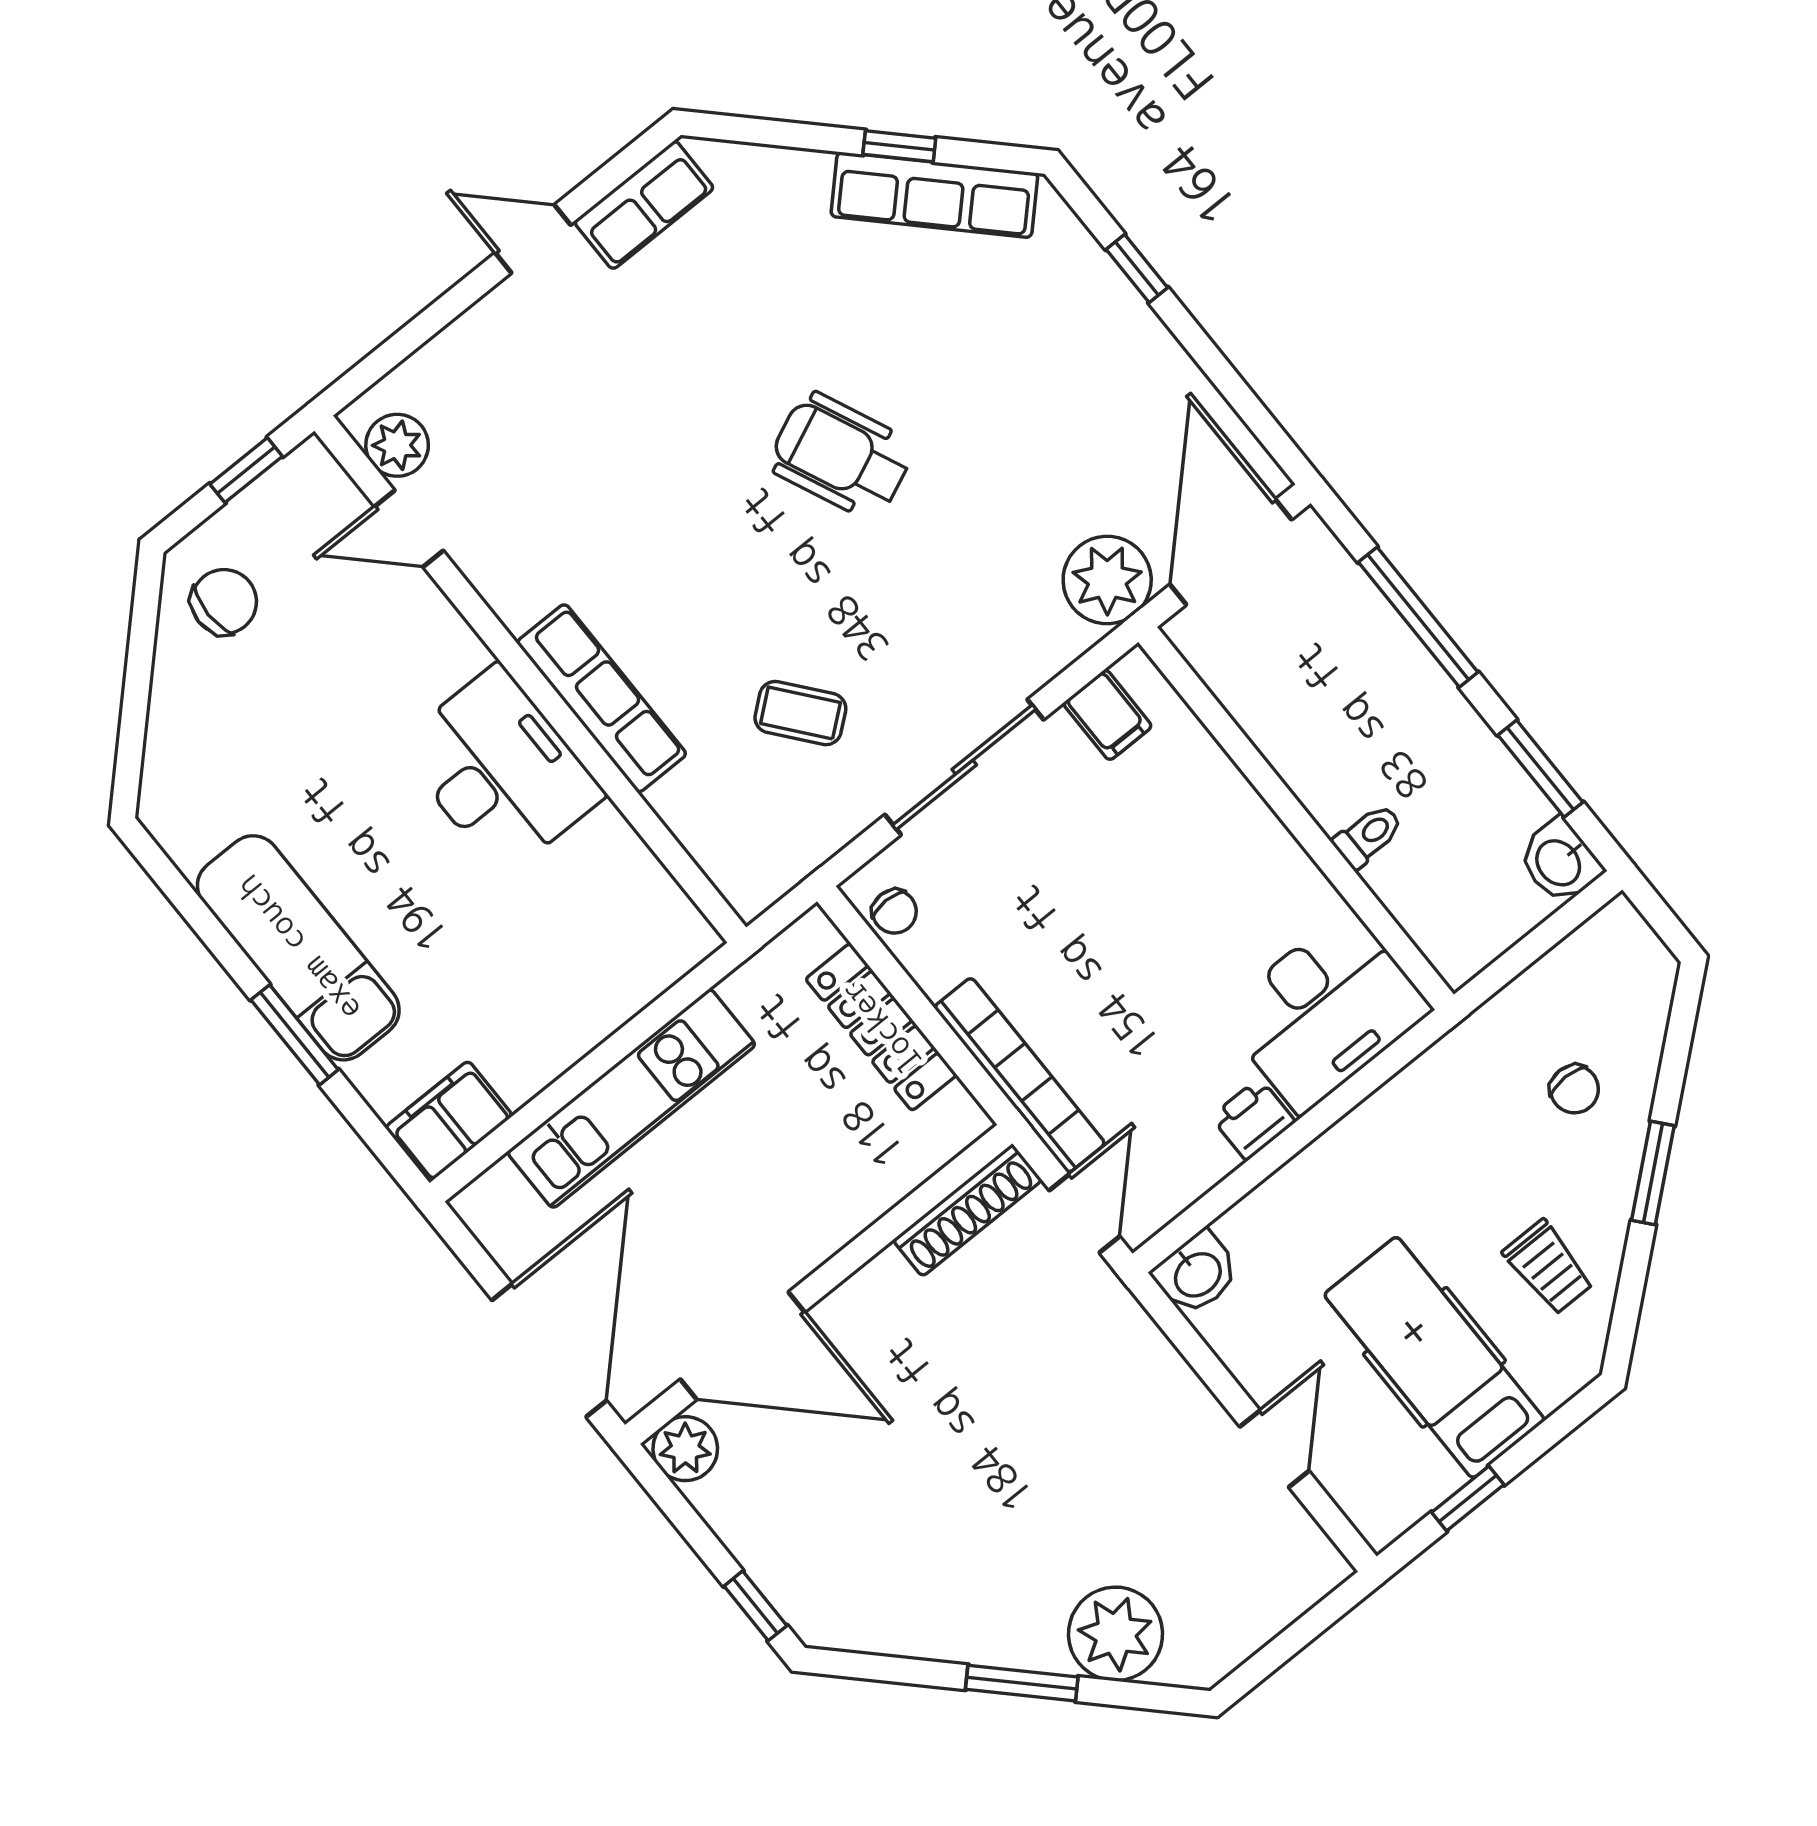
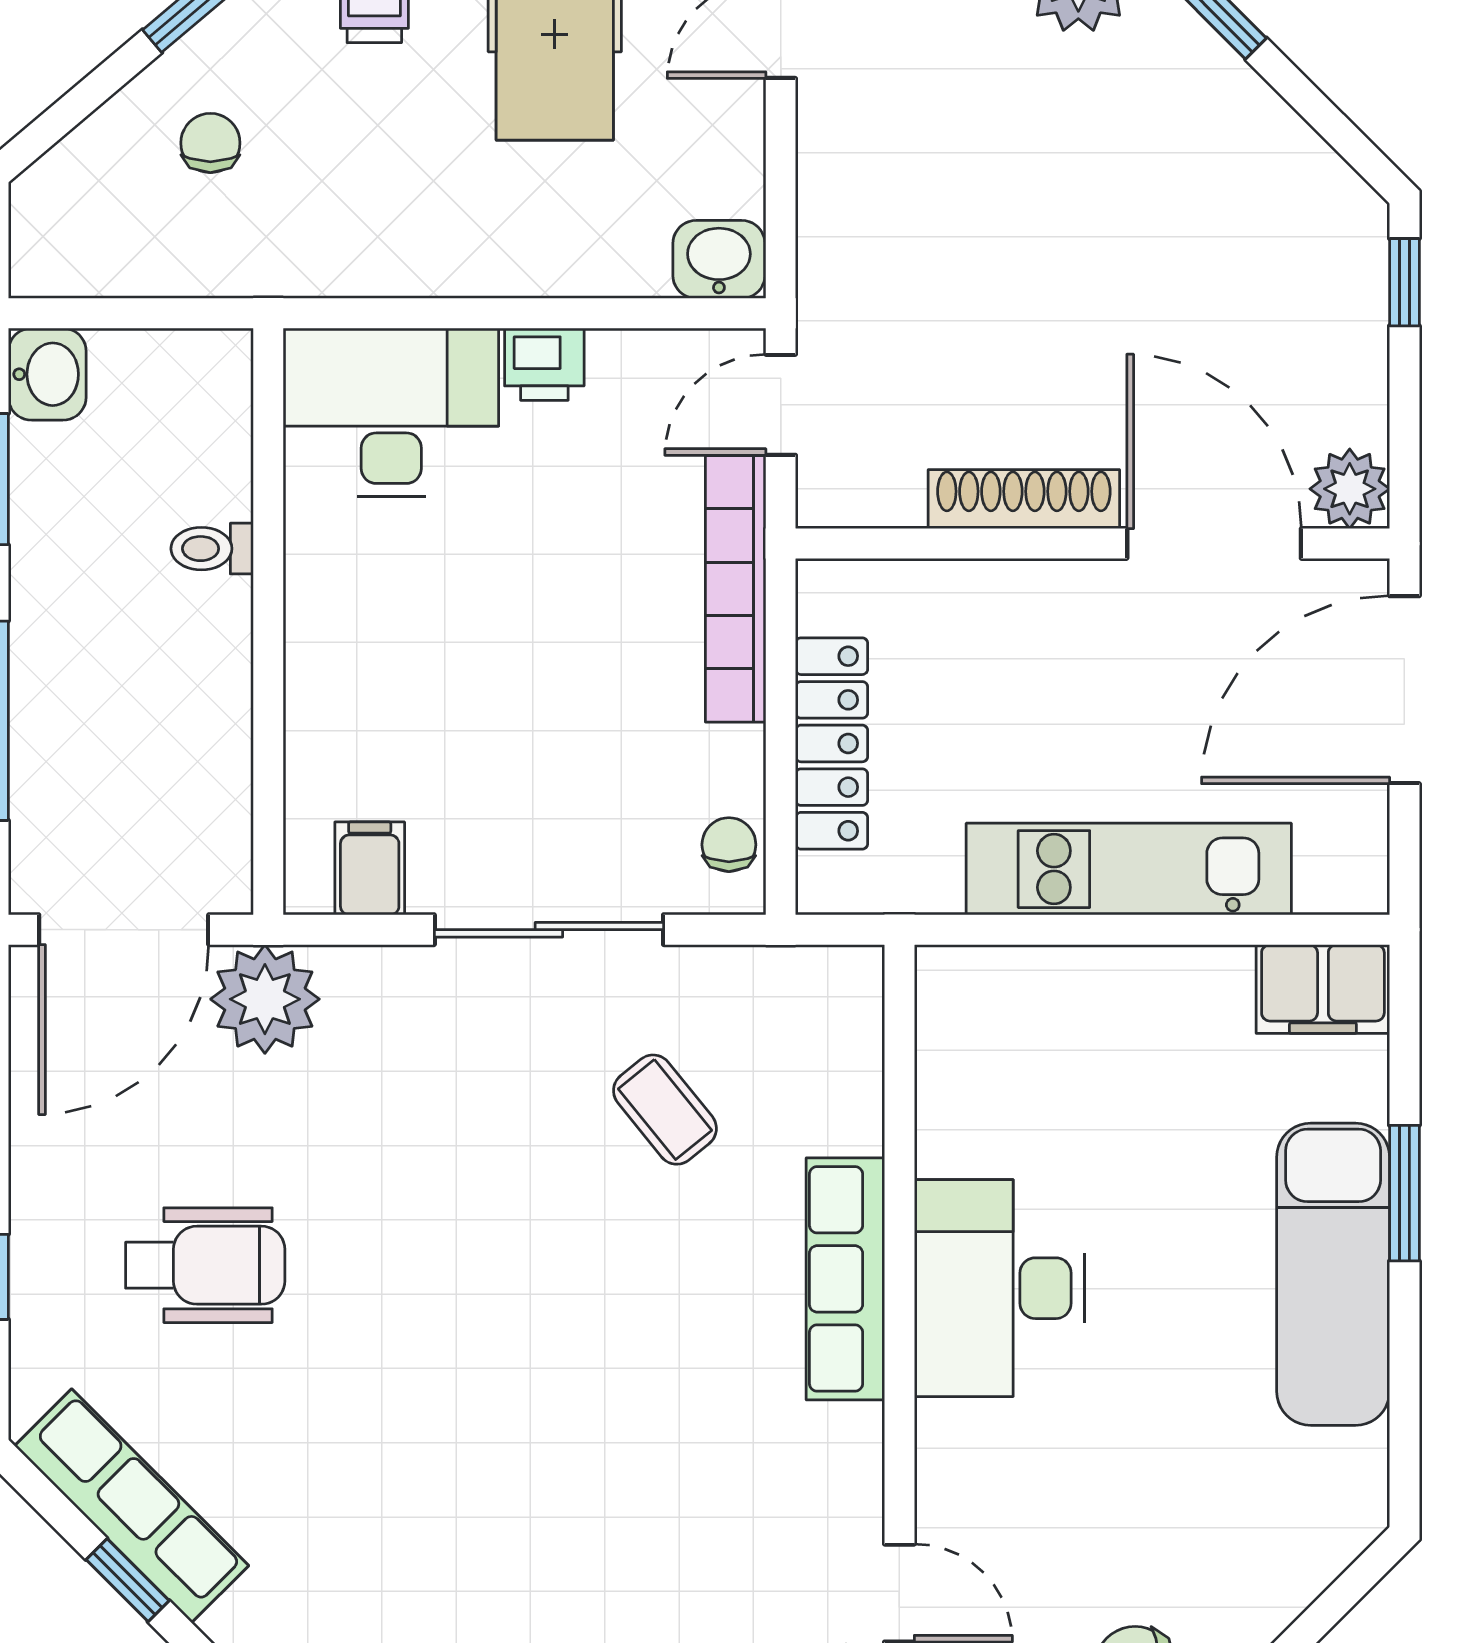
wheelchair: (841, 456) -> (205, 1265), moved, turned -66
shoe rack: (967, 1210) -> (1024, 499), moved

